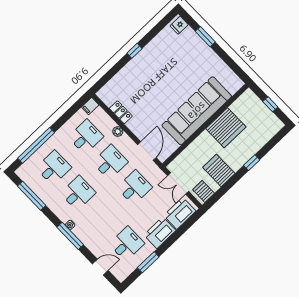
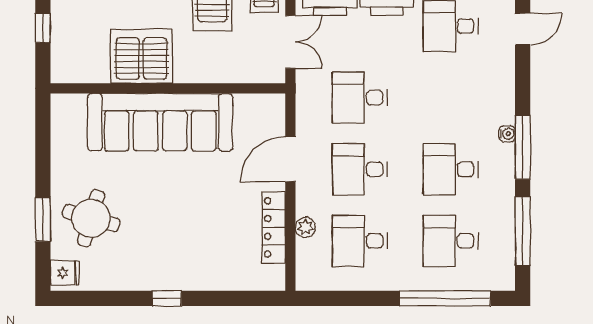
round table: (189, 53) -> (91, 218), added
filing cabinet: (90, 106) -> (310, 280), removed
locker: (121, 112) -> (274, 227), width x1.53
plant: (118, 131) -> (305, 227), moved
door: (147, 151) -> (290, 159), moved
window: (70, 236) -> (523, 147), moved
door: (100, 267) -> (523, 29), swing flipped

